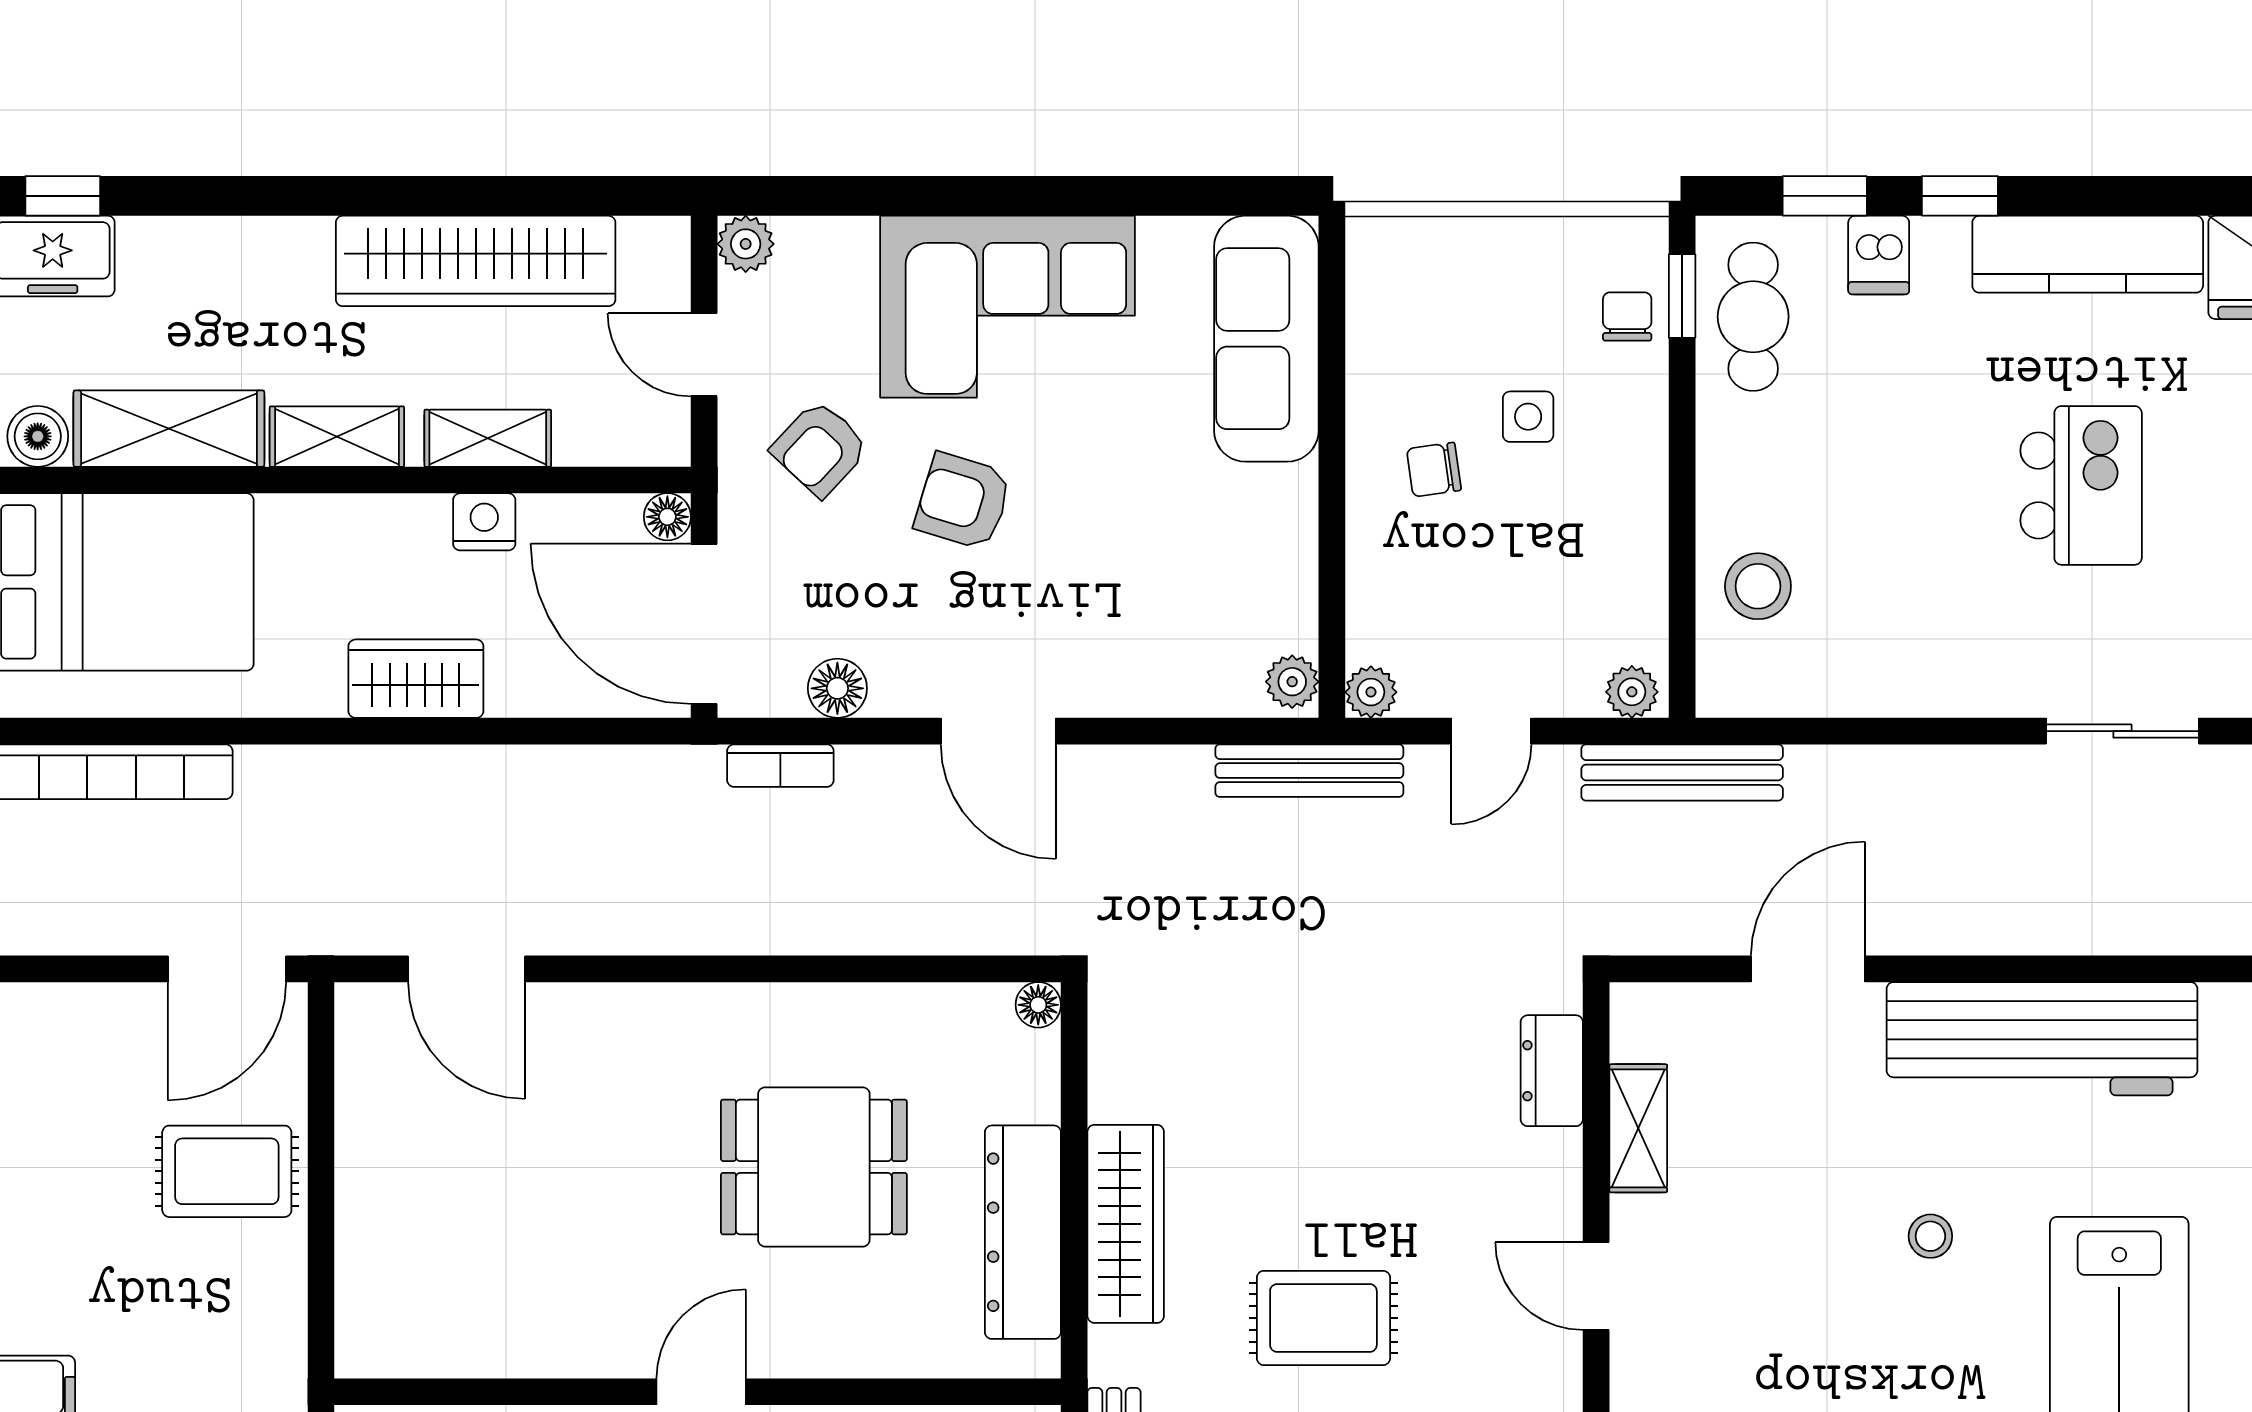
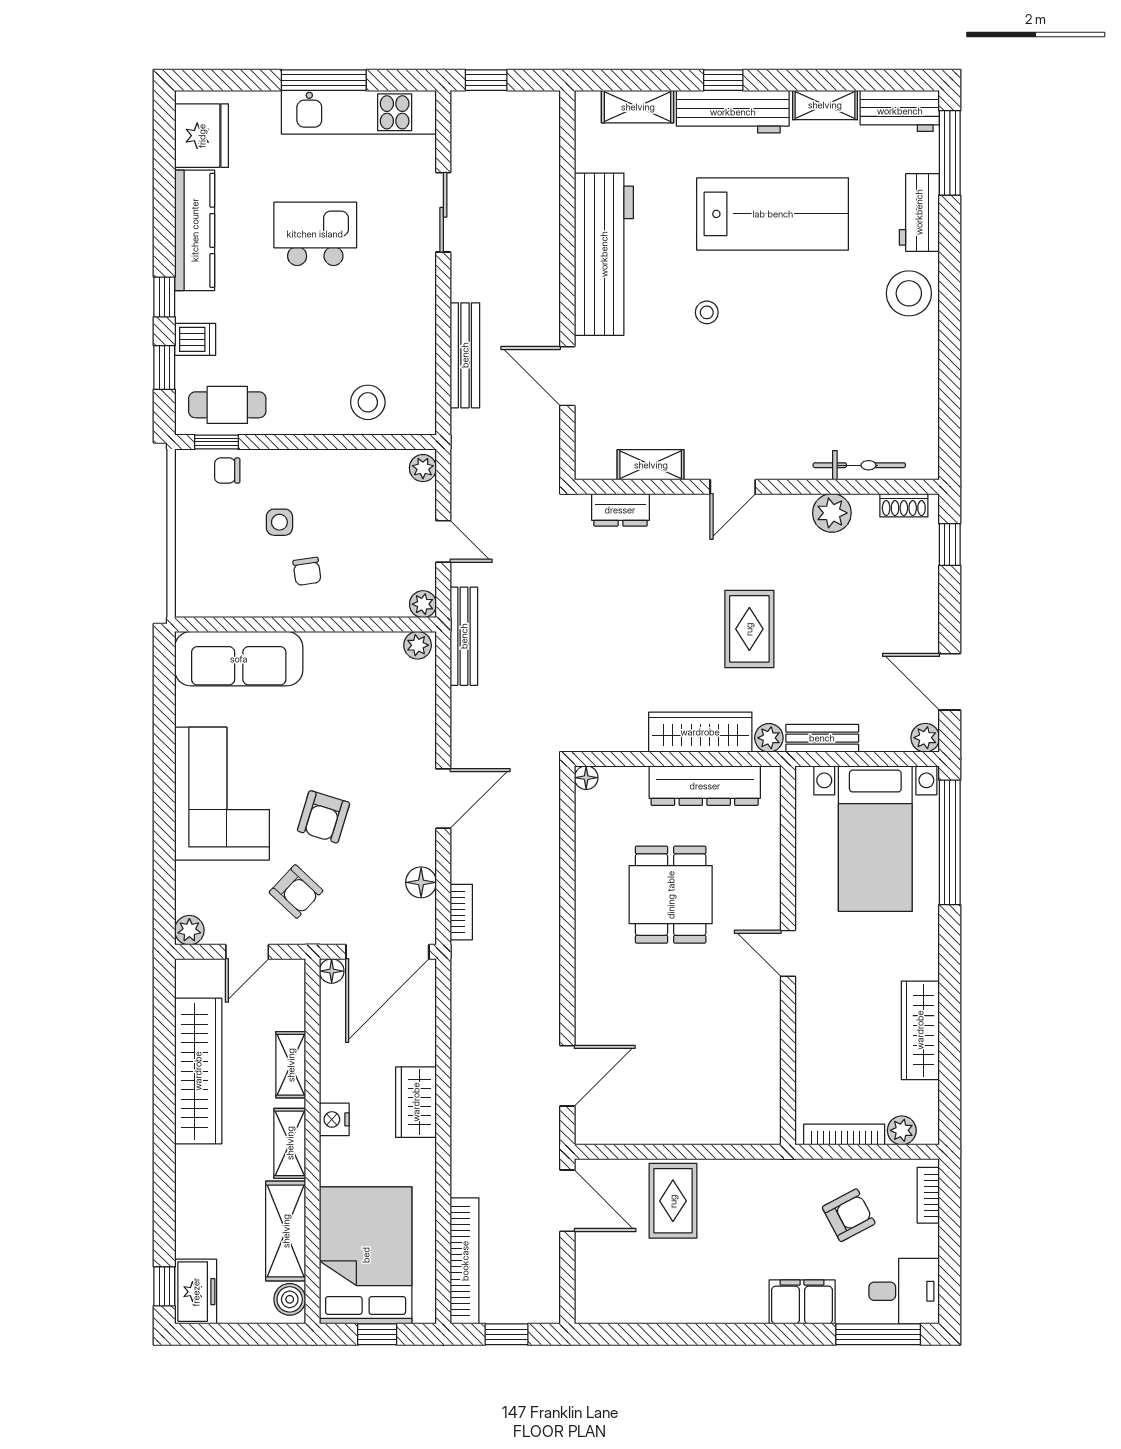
nightstand: (484, 522) -> (334, 1119), moved
bench: (1682, 772) -> (465, 355), moved
plant: (1115, 1355) -> (769, 738), added

